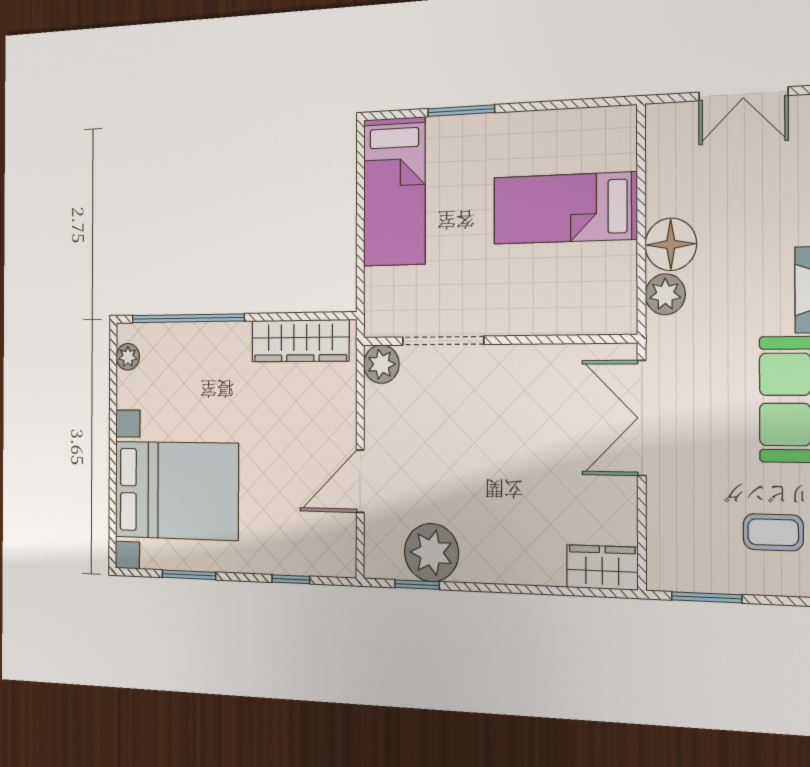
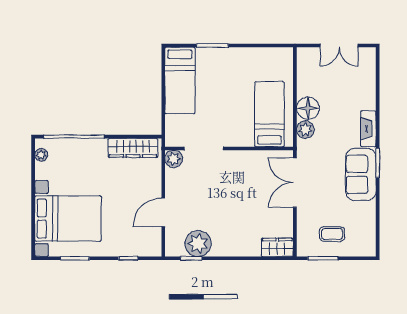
bed: (565, 208) -> (270, 114), moved, turned 90
coffee table: (773, 532) -> (332, 234), moved

